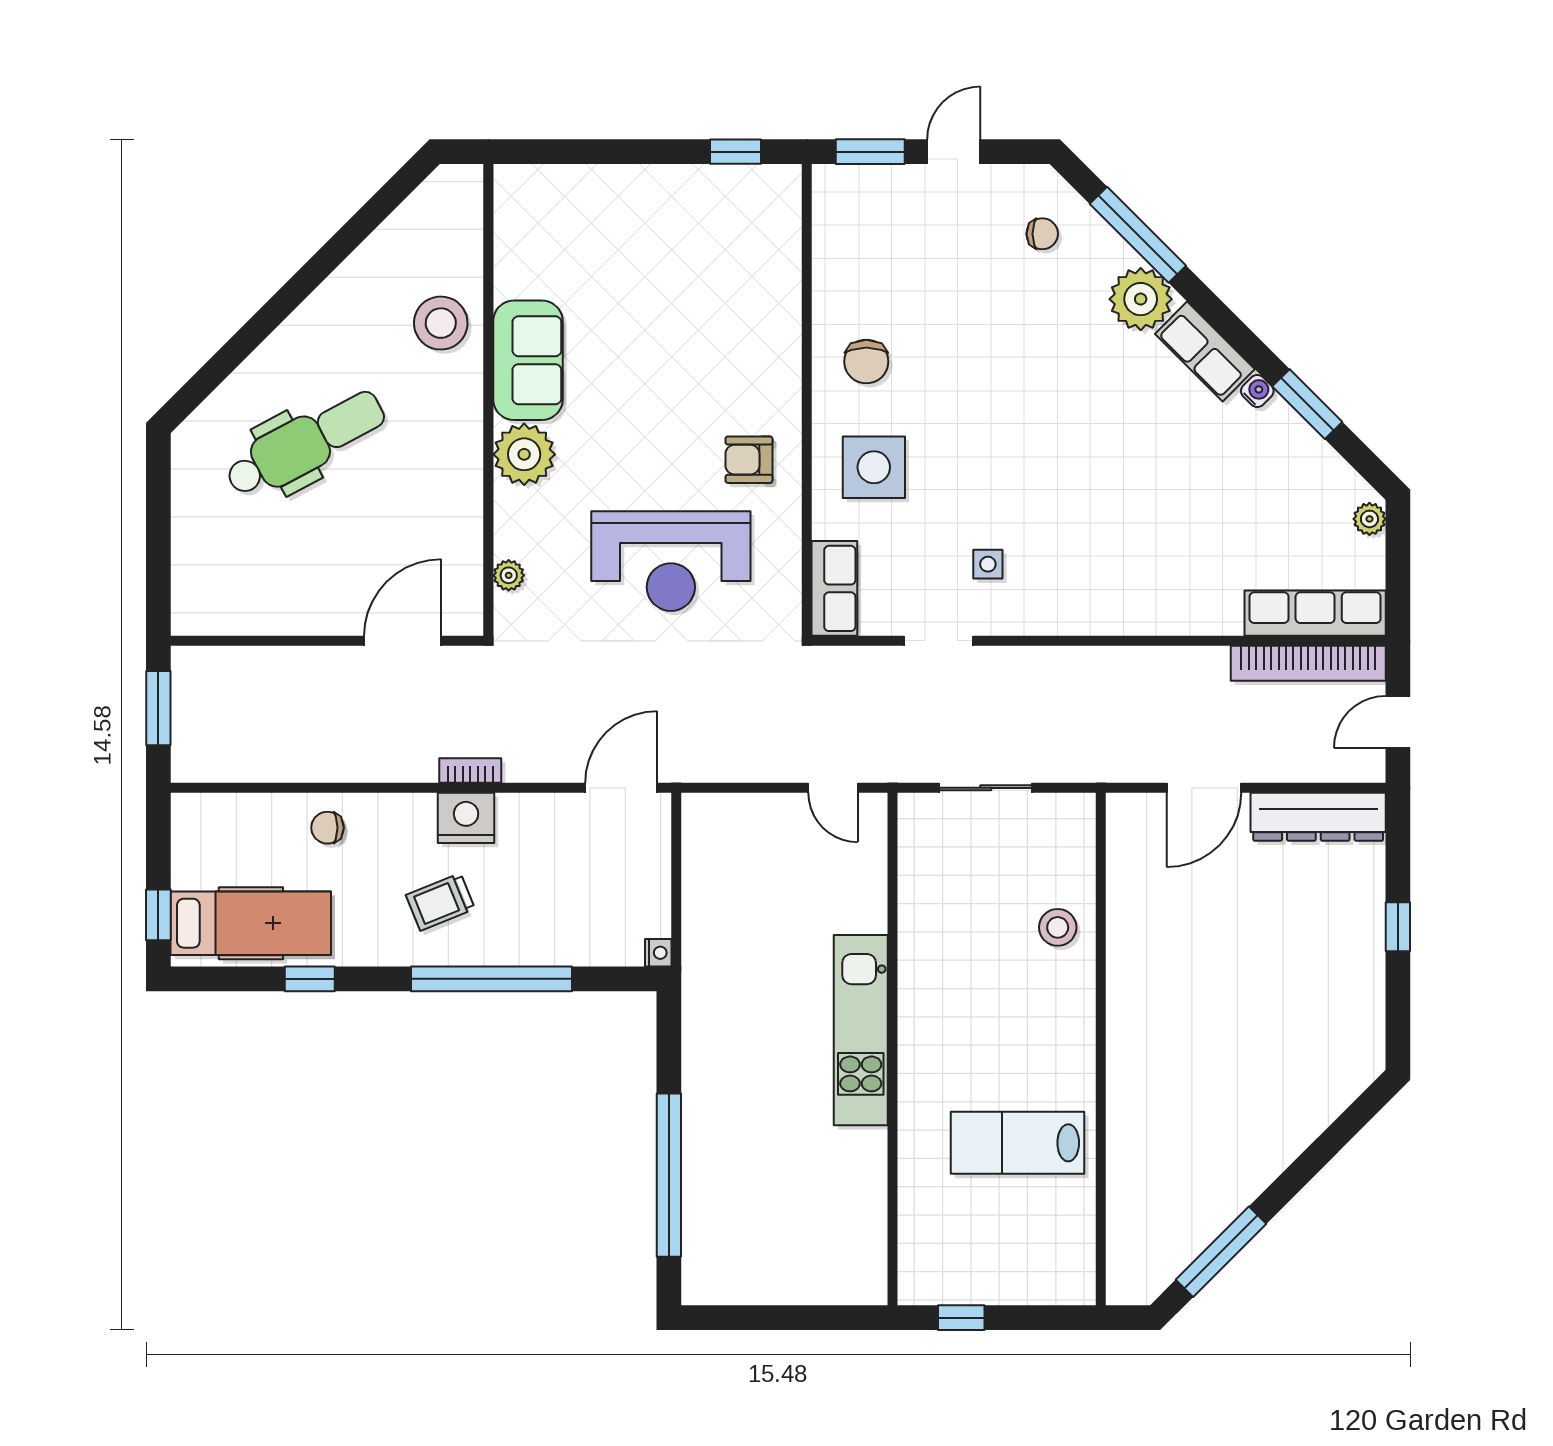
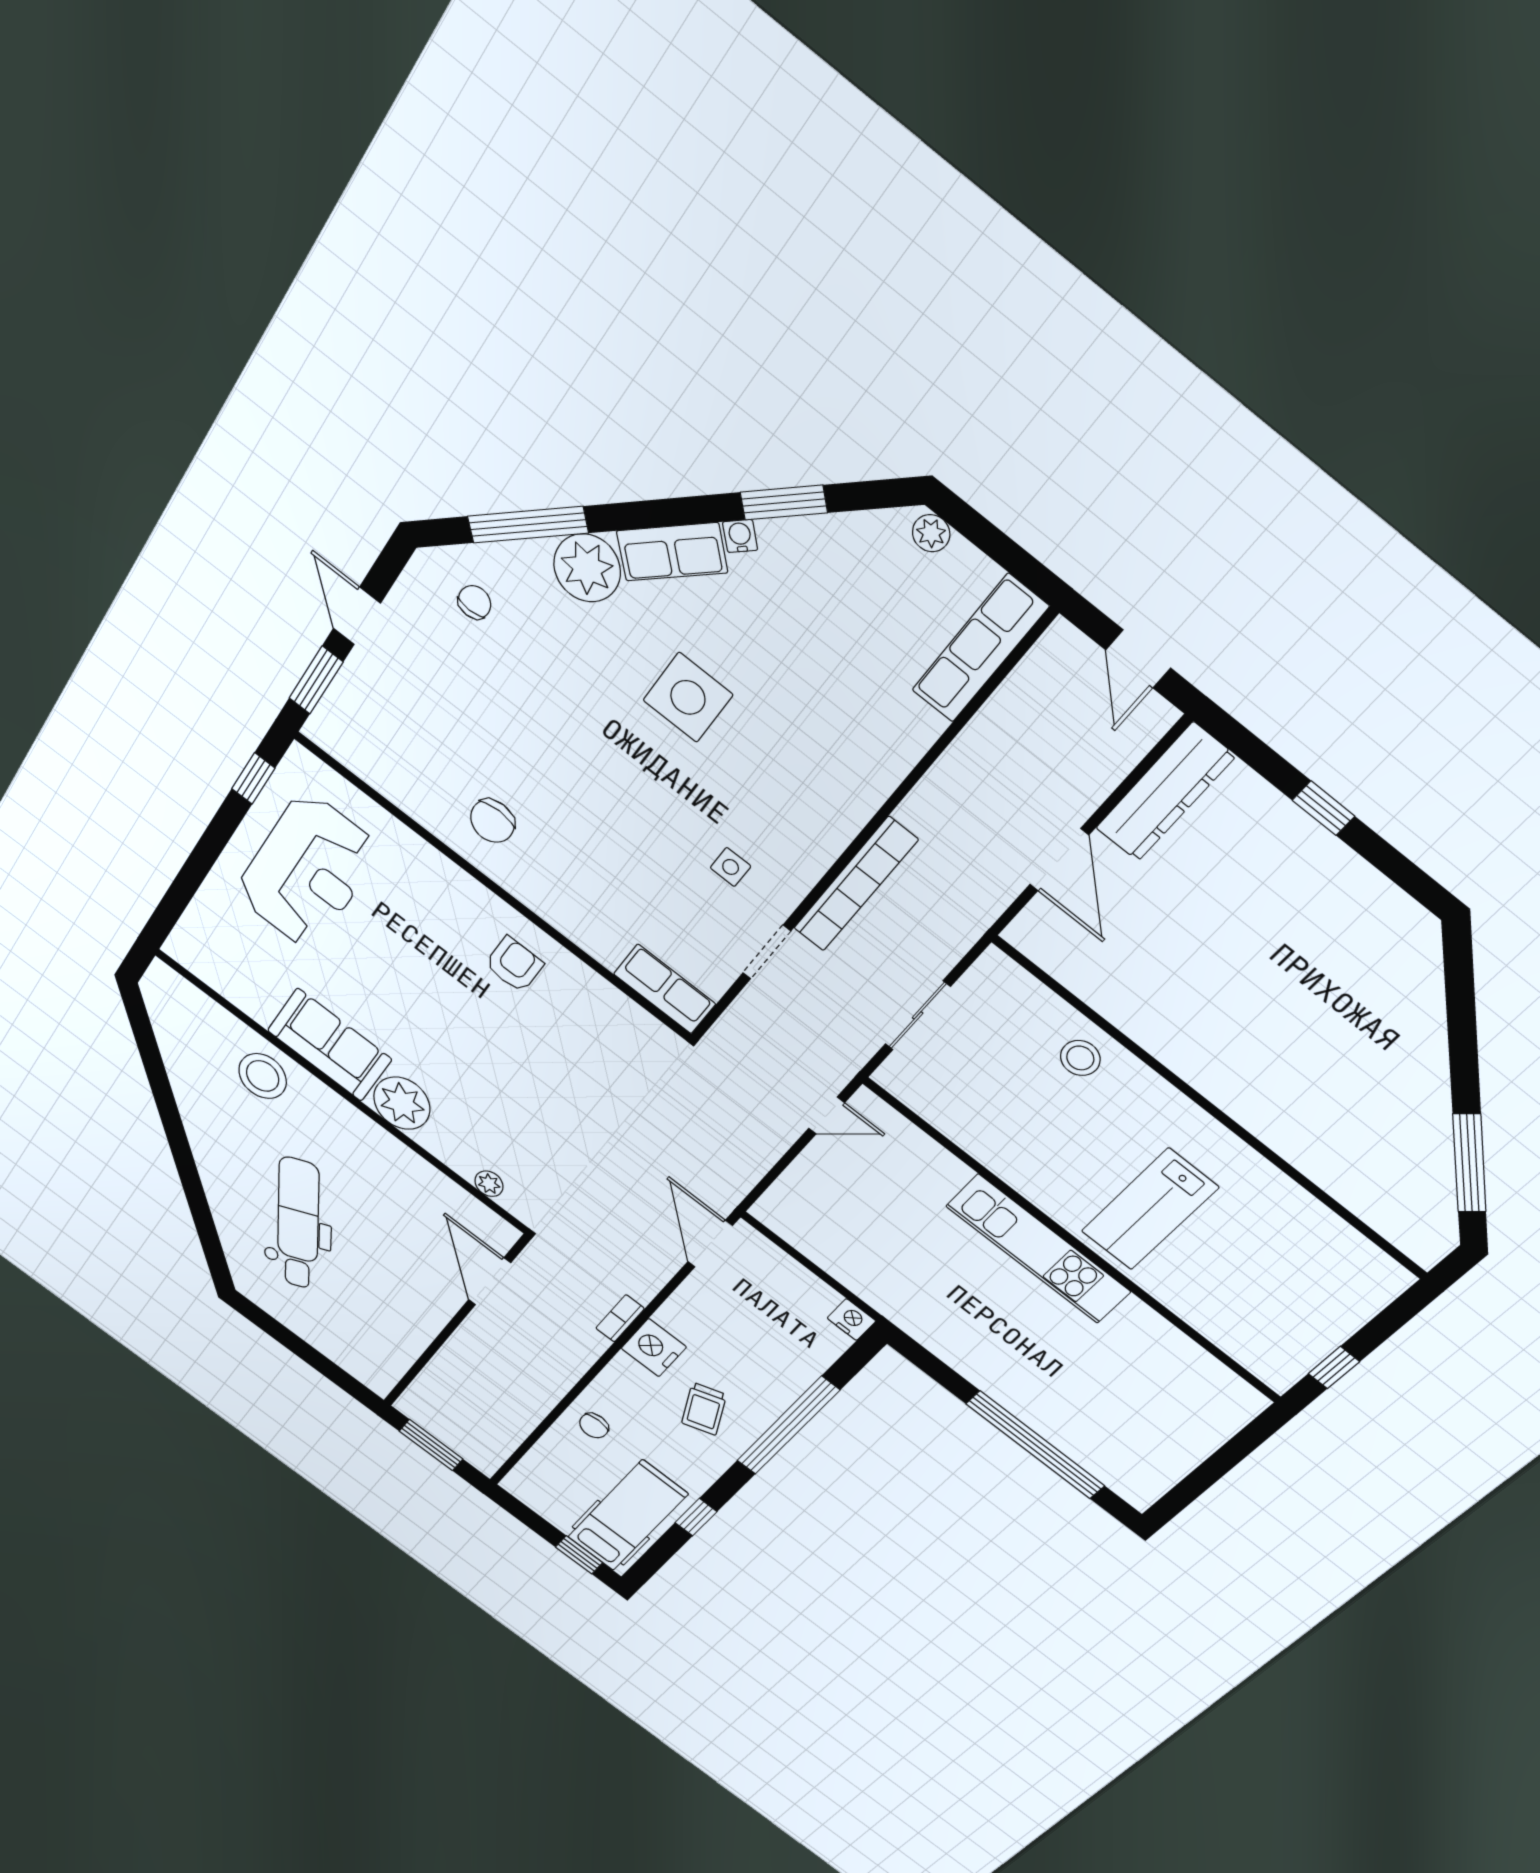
chair: (866, 362) -> (492, 821), turned 90
armchair: (749, 460) -> (514, 964), turned 180
side table: (874, 467) -> (688, 697), moved
reception desk: (671, 561) -> (307, 871), moved
bookcase: (1308, 663) -> (855, 884), moved
nightstand: (658, 953) -> (851, 1320), width x1.39, depth x1.35
lab bench: (1018, 1143) -> (1150, 1209), moved

